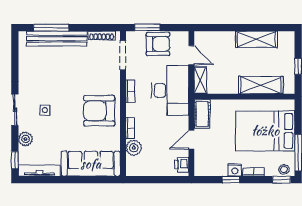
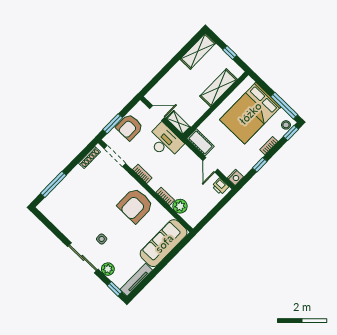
bench: (57, 39) -> (64, 188), removed
shelving: (257, 39) -> (198, 51), moved
armchair: (158, 44) -> (129, 127), turned 180
desk: (170, 90) -> (165, 141), width x0.73, depth x0.77
sliding door: (15, 110) -> (83, 258), width x1.37
nightstand: (235, 170) -> (235, 177), moved

